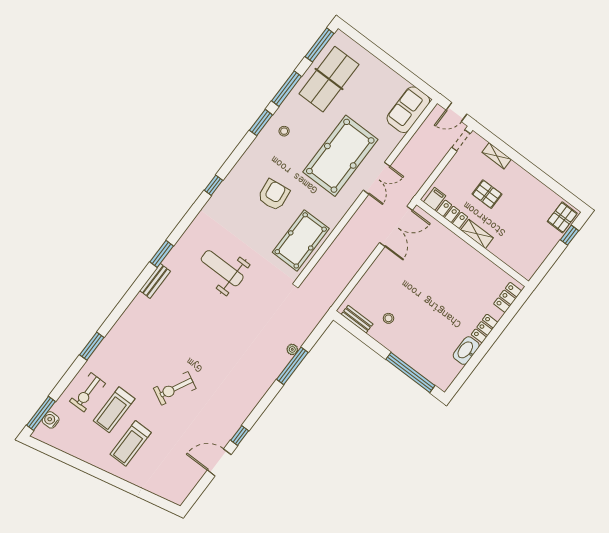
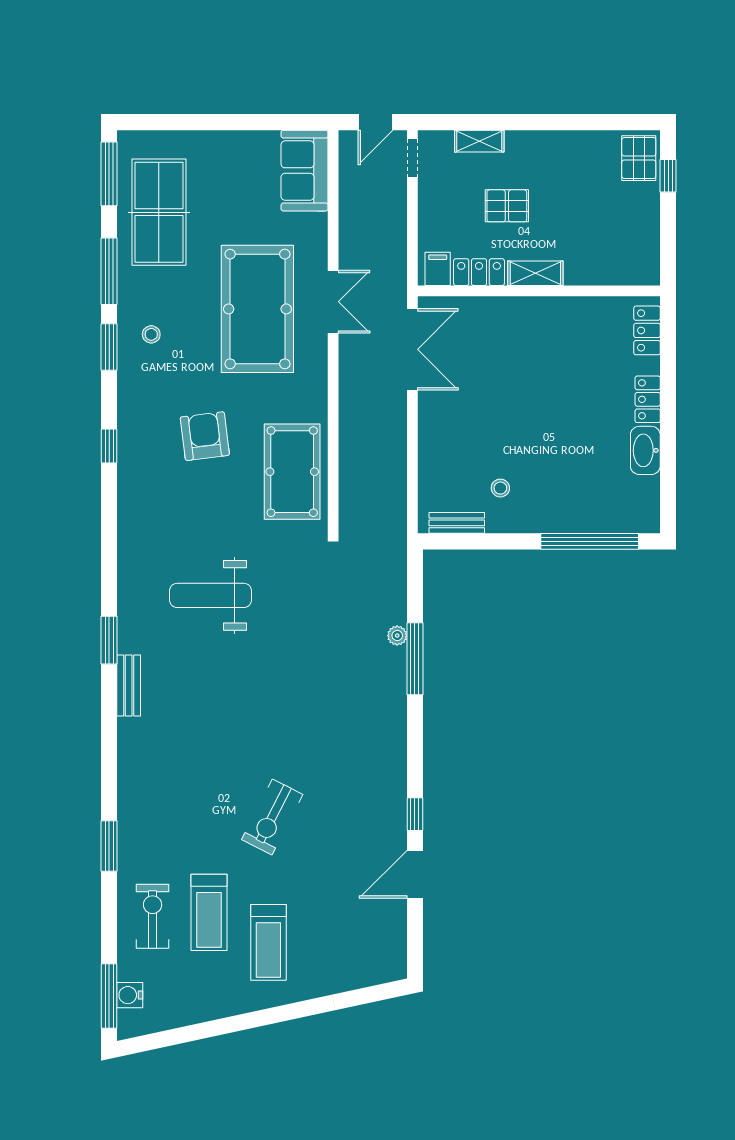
window: (214, 185) -> (109, 446), moved
exercise bike: (87, 392) -> (153, 916), turned 180

